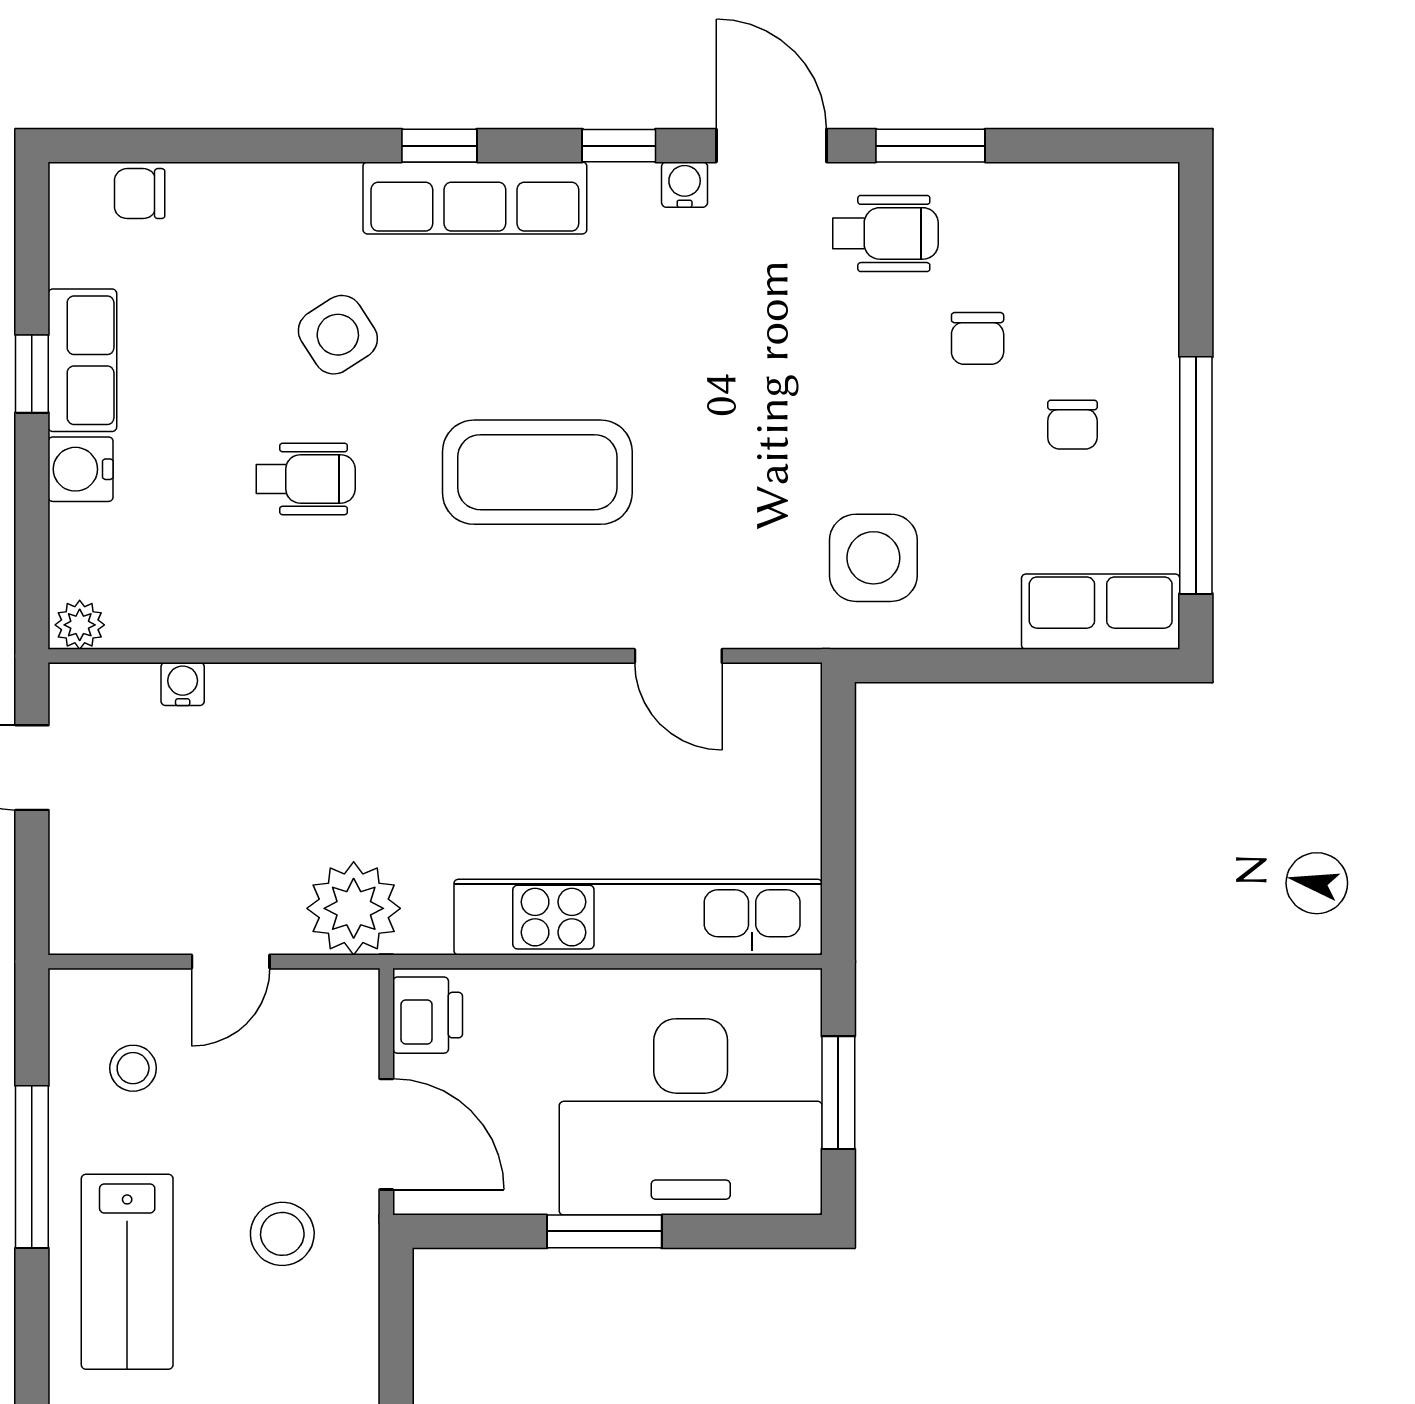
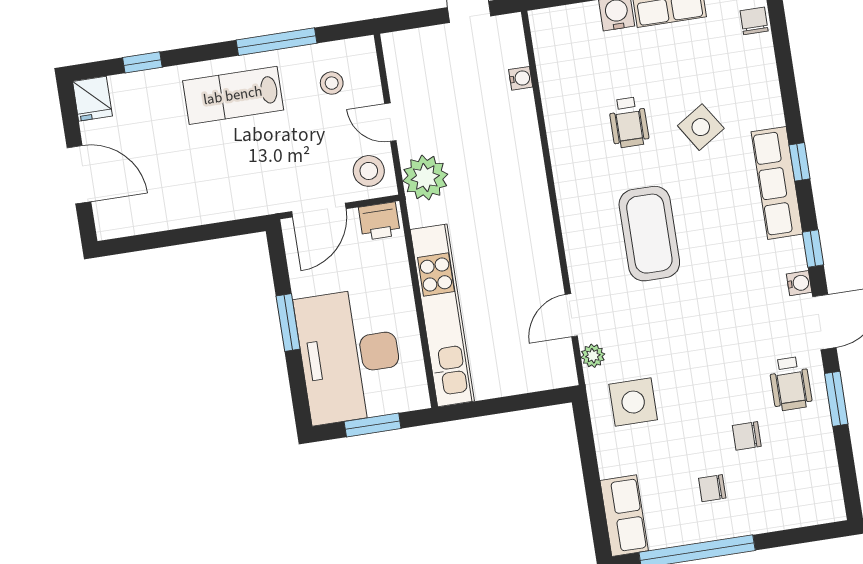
plant: (80, 625) -> (593, 356), moved
stool: (282, 1234) -> (369, 171), moved

